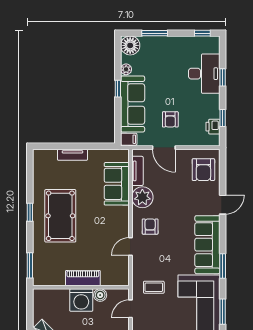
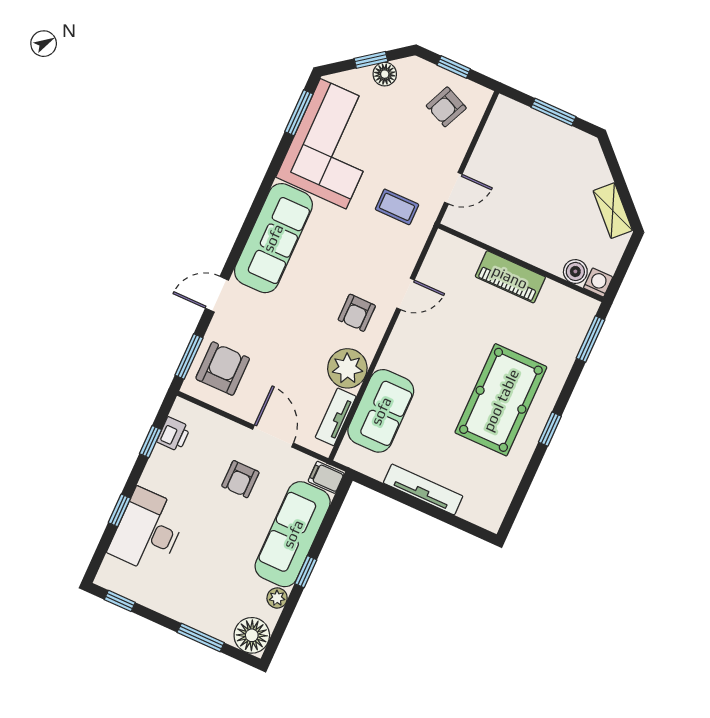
armchair: (170, 119) -> (240, 479), turned 180
tv unit: (72, 155) -> (423, 489), width x1.41
window: (223, 266) -> (189, 356), moved
boiler: (100, 295) -> (575, 271), moved
washing machine: (81, 300) -> (598, 282), moved, width x0.53, depth x0.53

